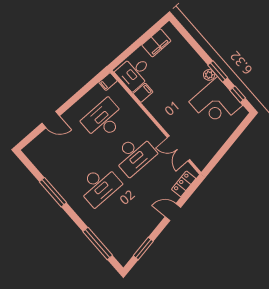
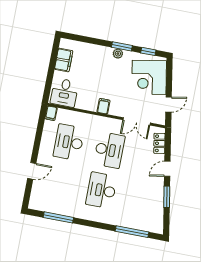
filing cabinet: (143, 93) -> (103, 106), moved
corner desk: (216, 103) -> (149, 77), moved, turned 80
door: (219, 156) -> (169, 104), added
desk: (99, 185) -> (101, 190), turned 180
window: (53, 192) -> (58, 217), moved
window: (143, 249) -> (167, 197), moved

